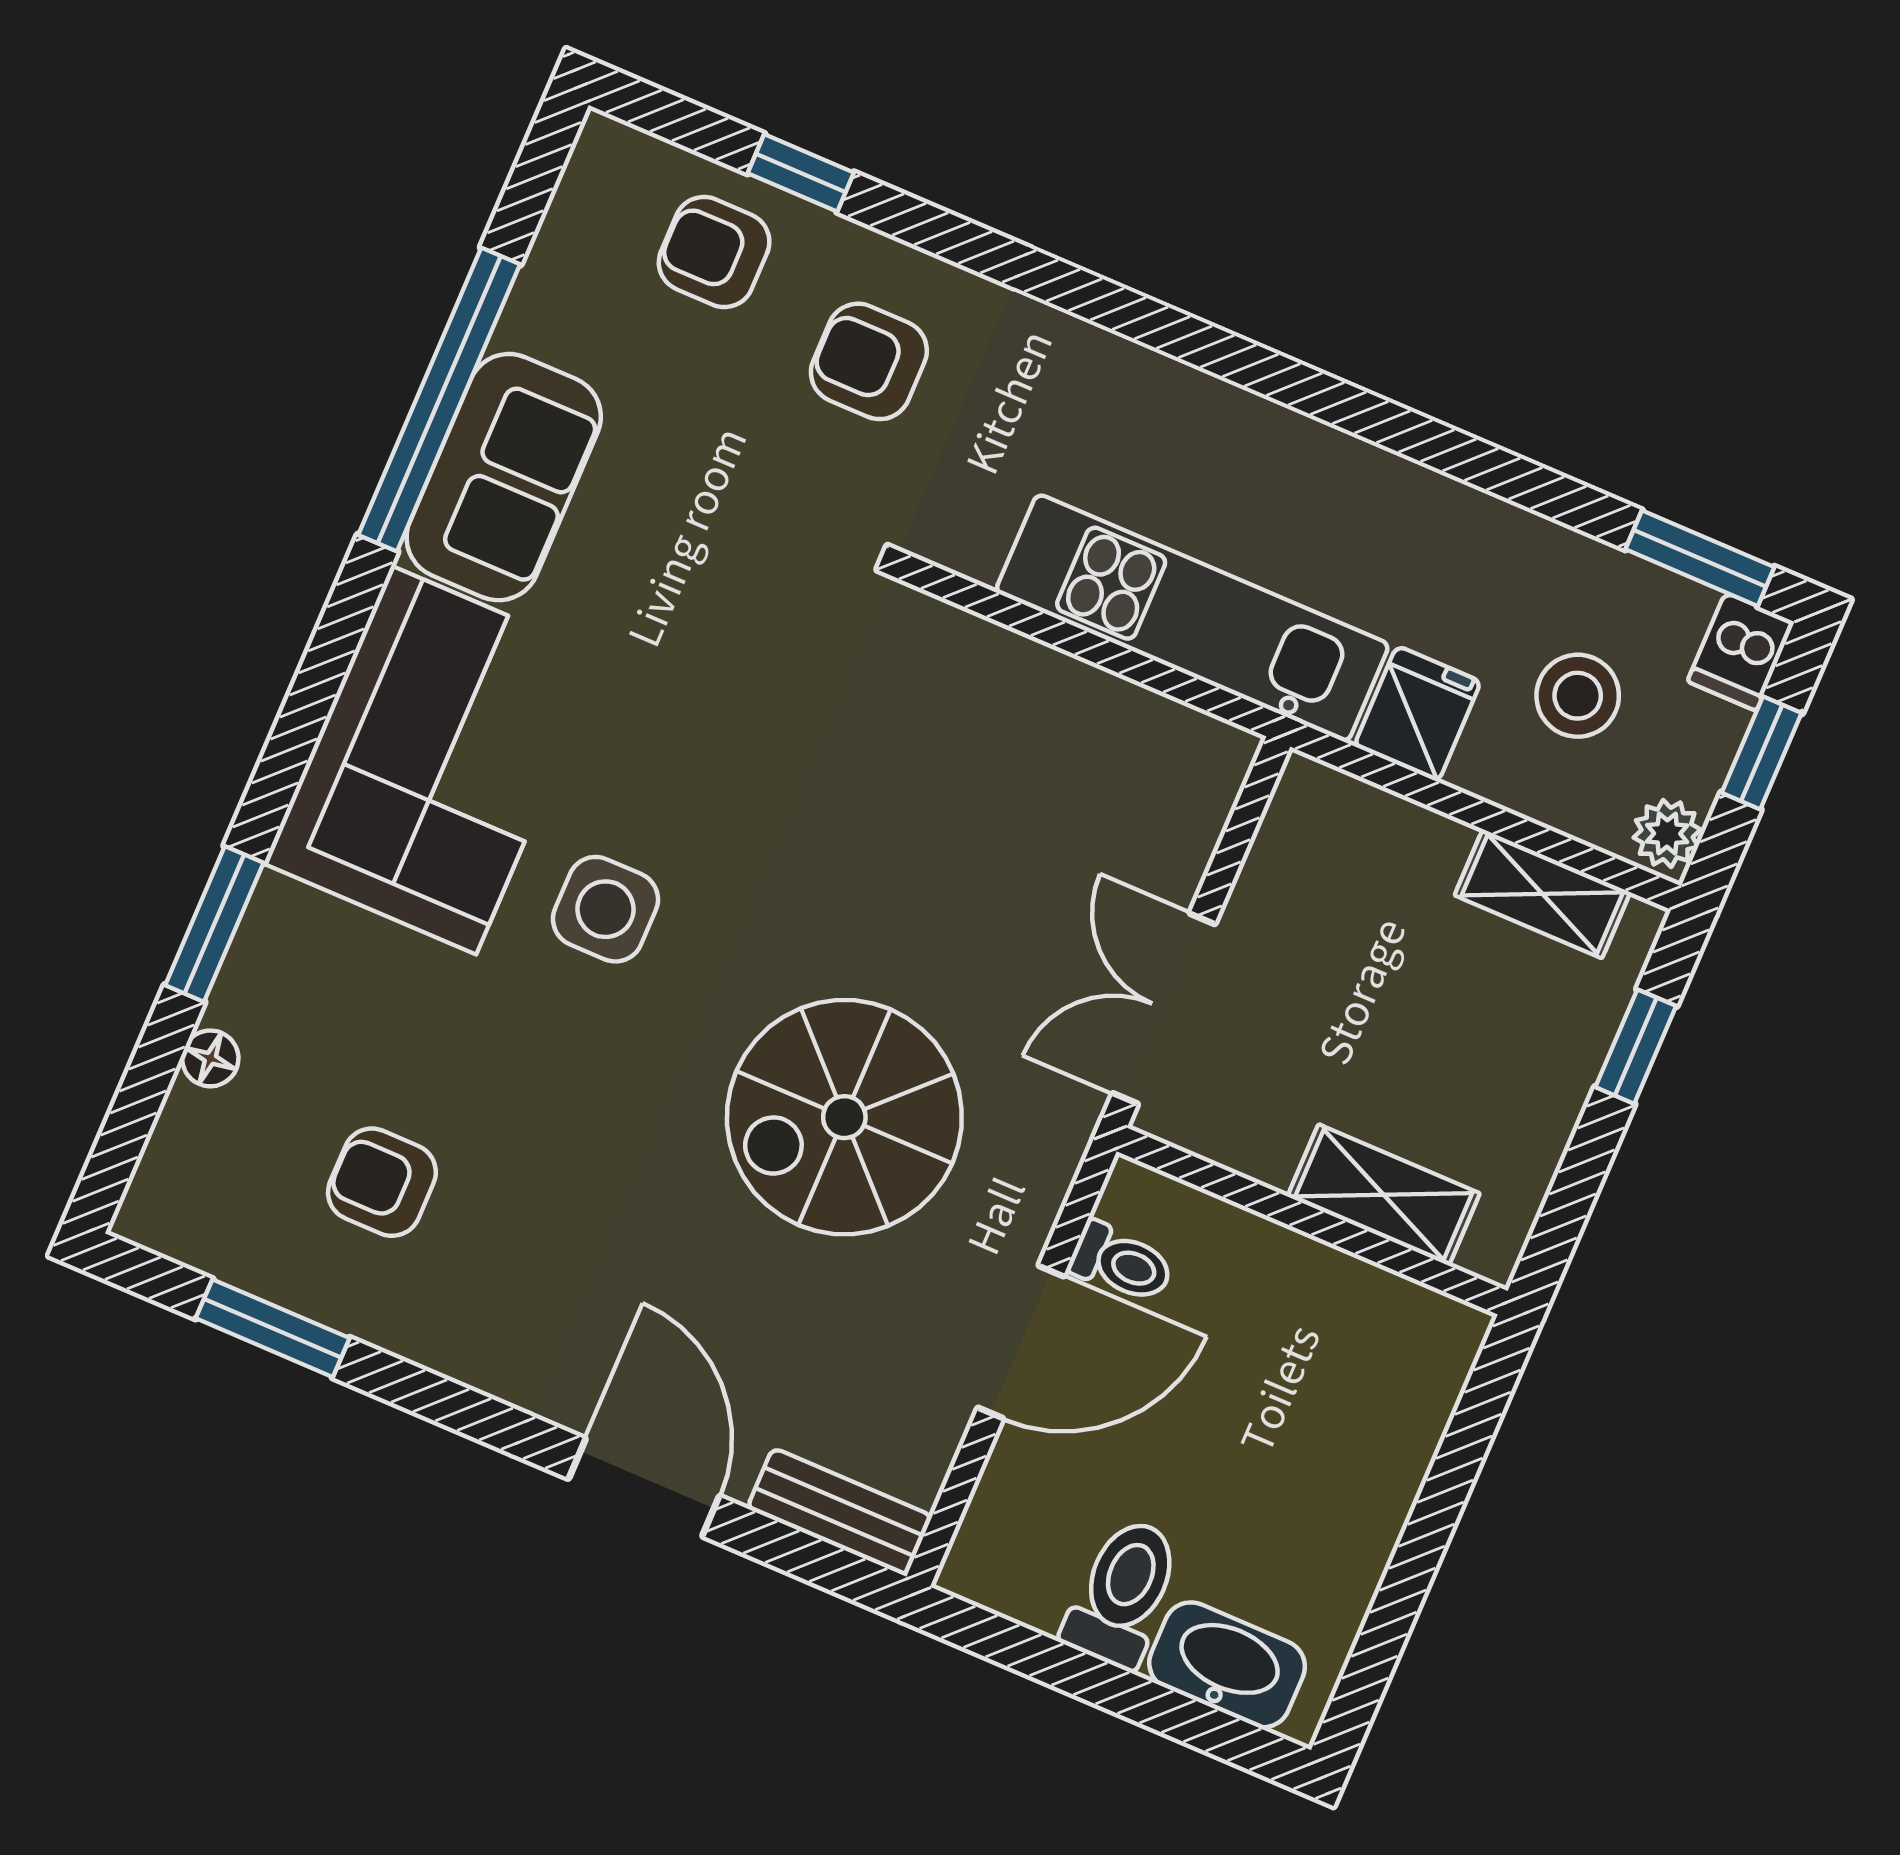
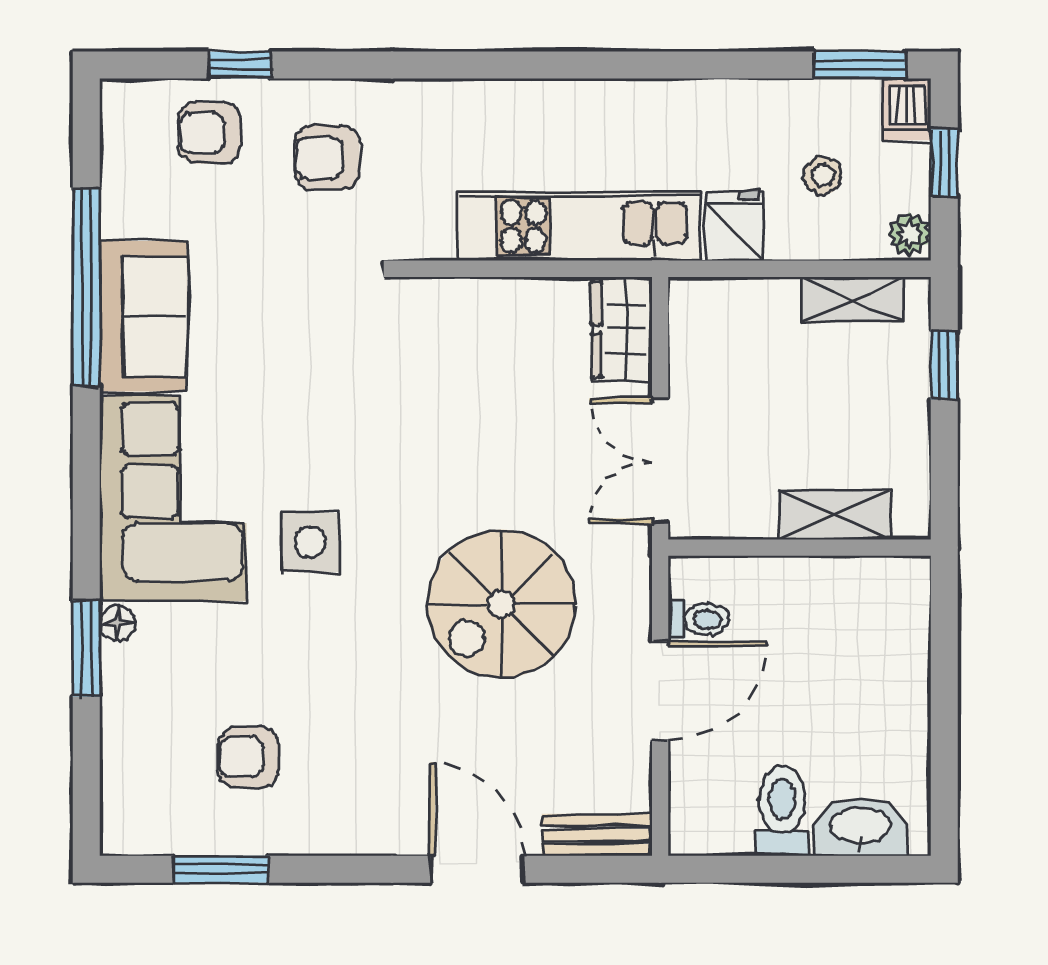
stool: (1578, 696) -> (823, 176), width x0.73, depth x0.73
wardrobe: (1190, 793) -> (622, 329), added
floor lamp: (210, 1058) -> (117, 623), moved

